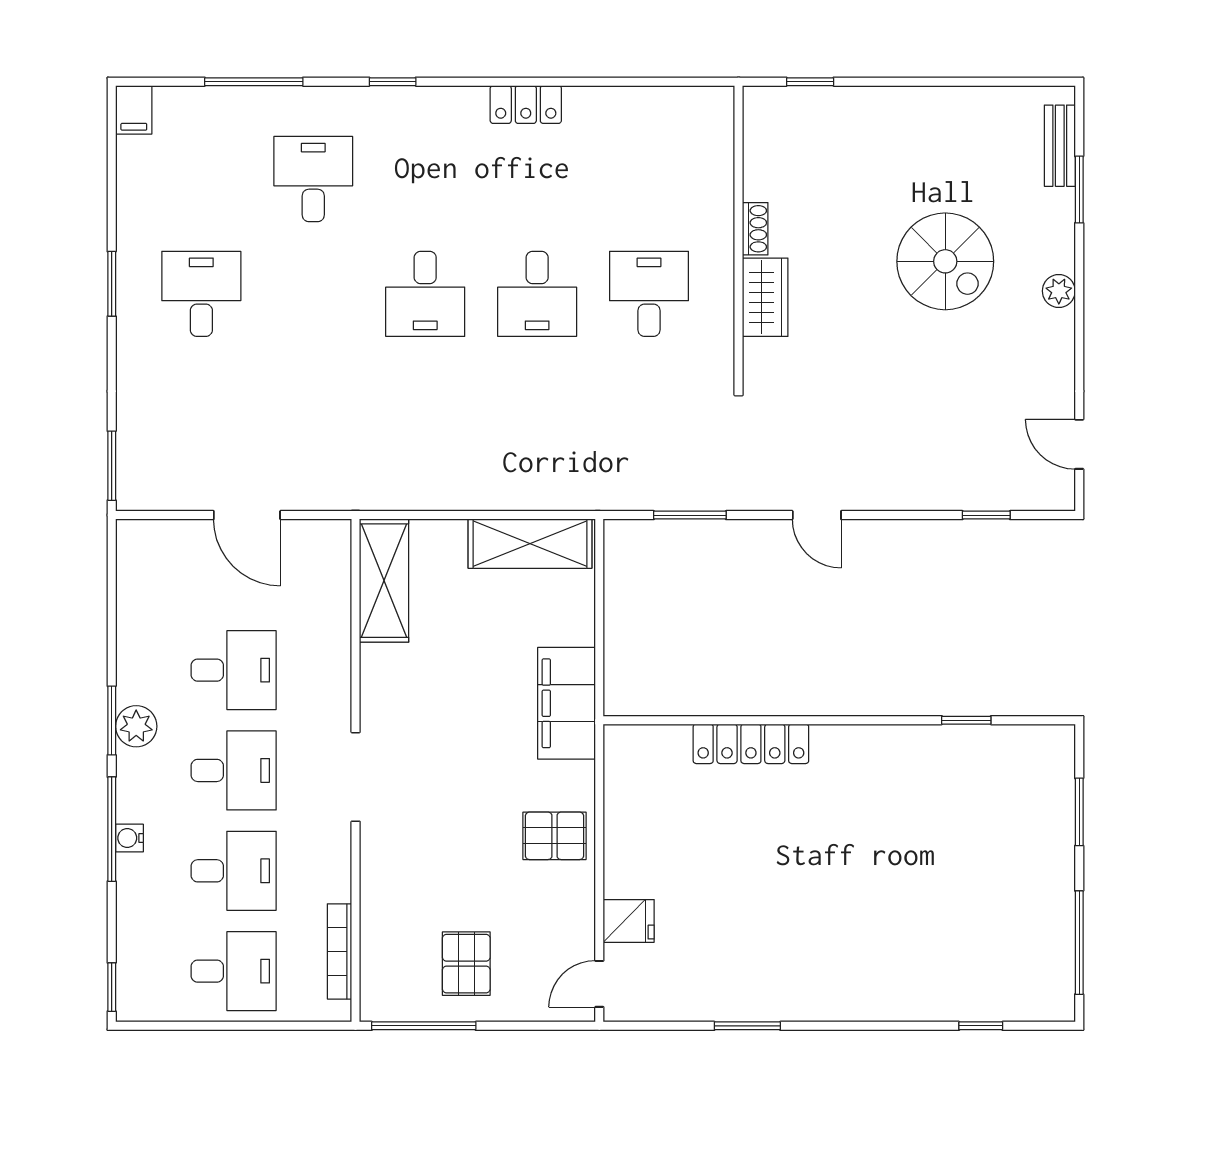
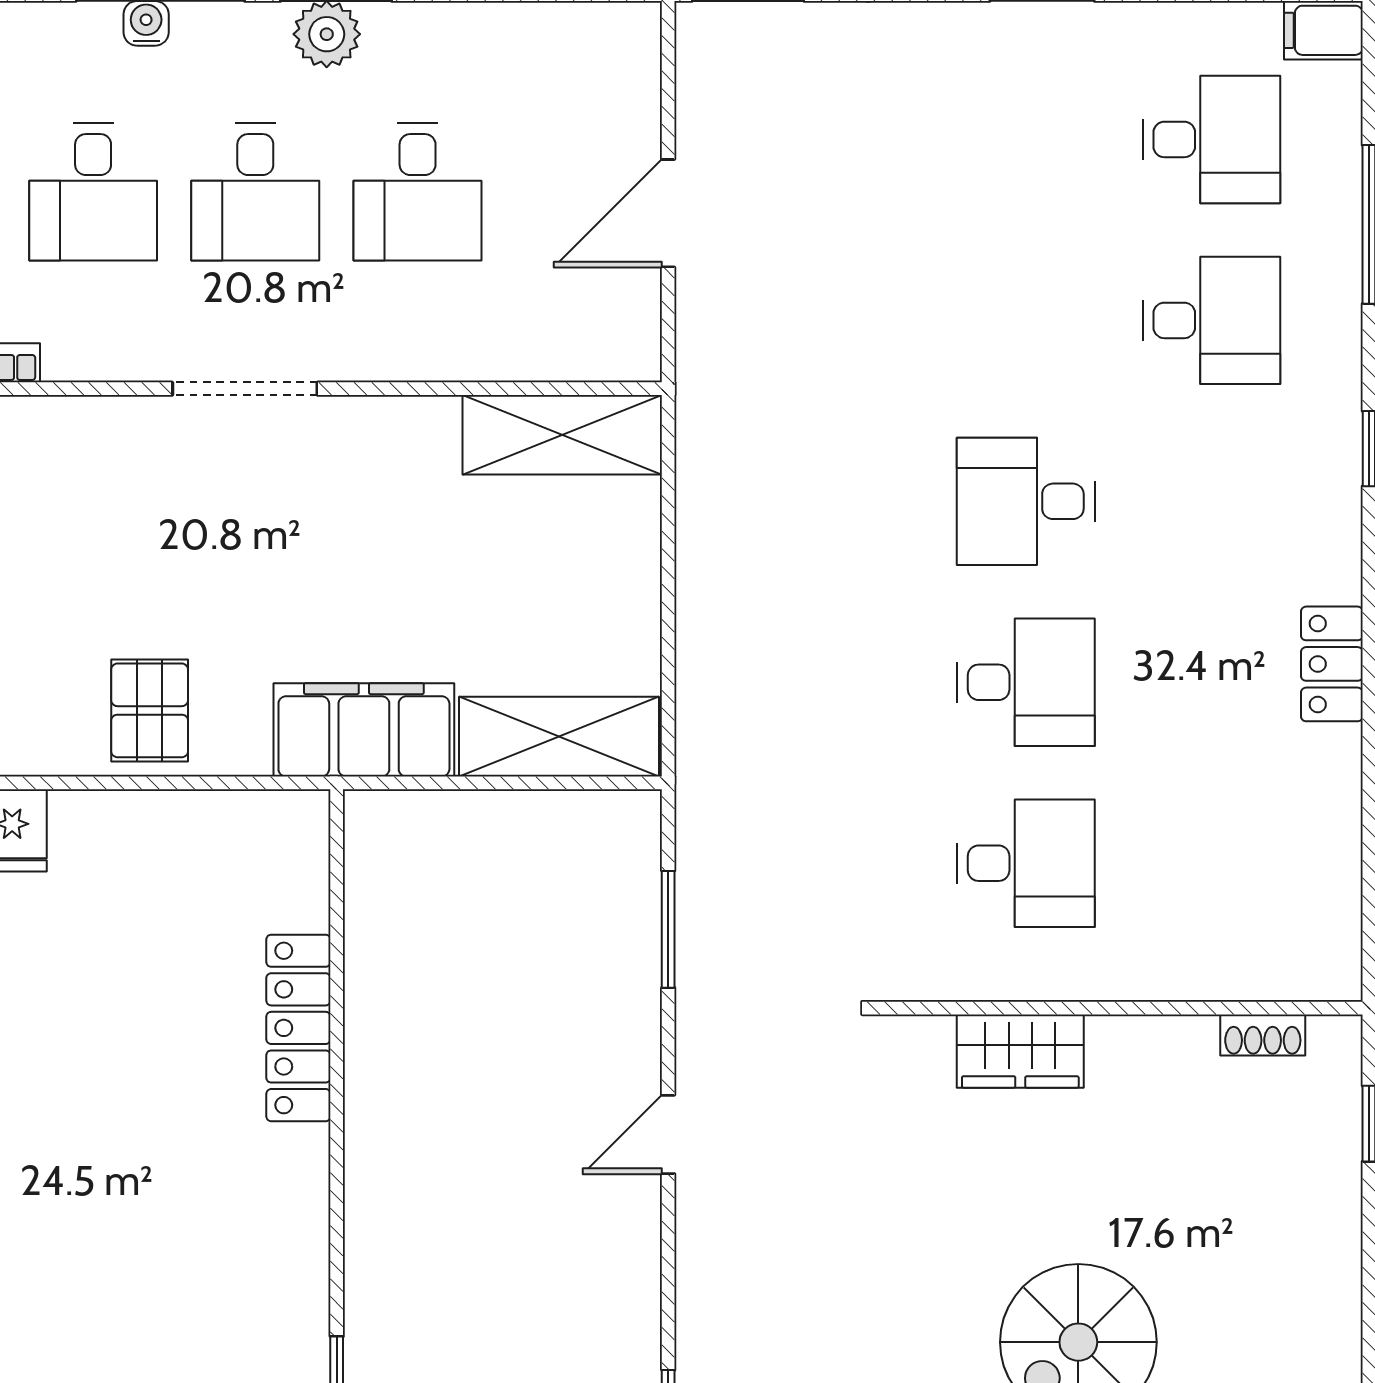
shoe rack: (755, 229) -> (1263, 1035), moved
desk: (201, 294) -> (1211, 139), moved
desk: (537, 294) -> (1026, 682), turned 180
shelving: (530, 544) -> (559, 737), moved, turned 90

